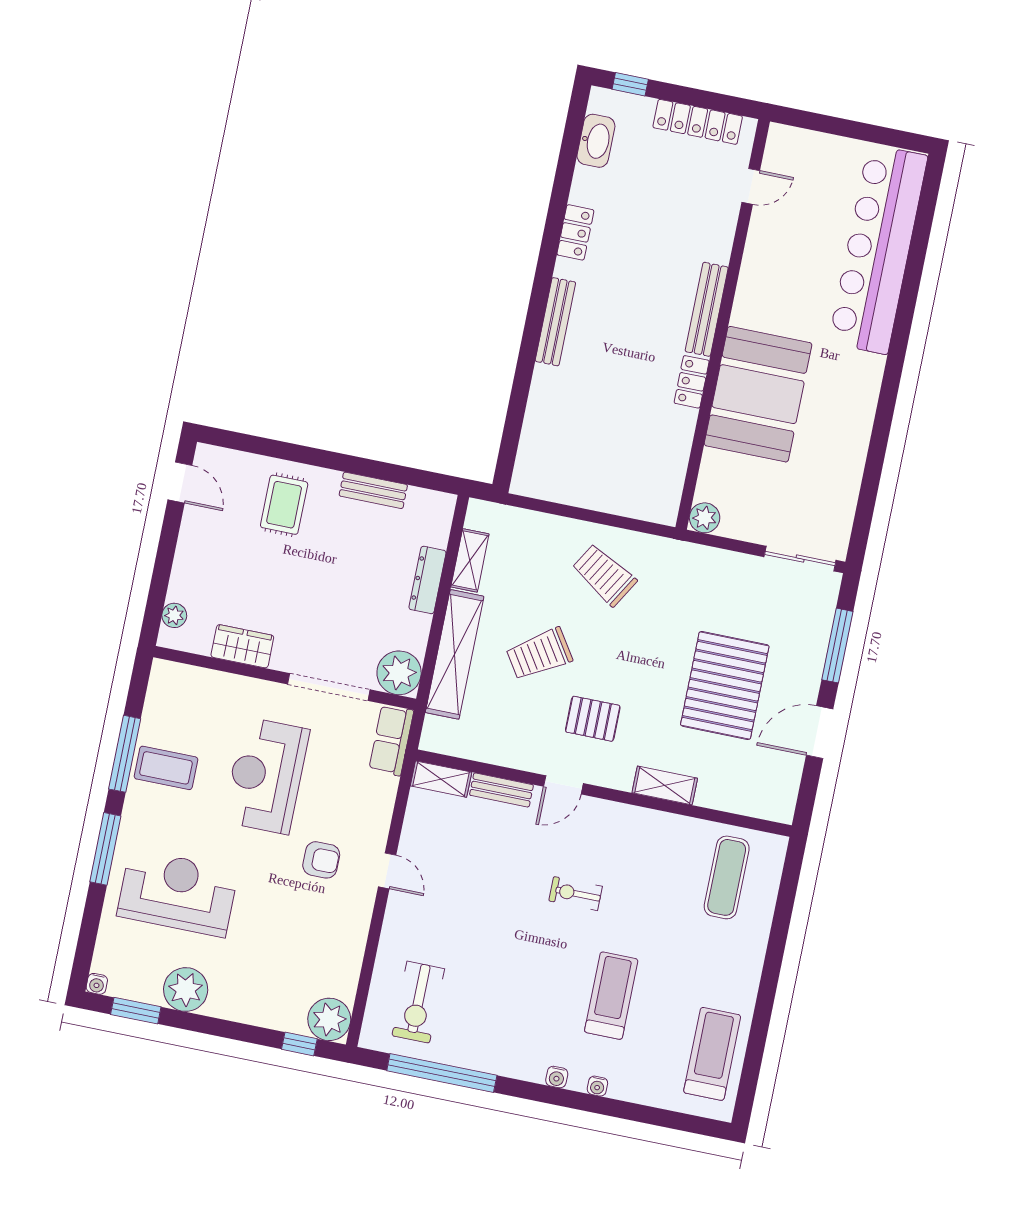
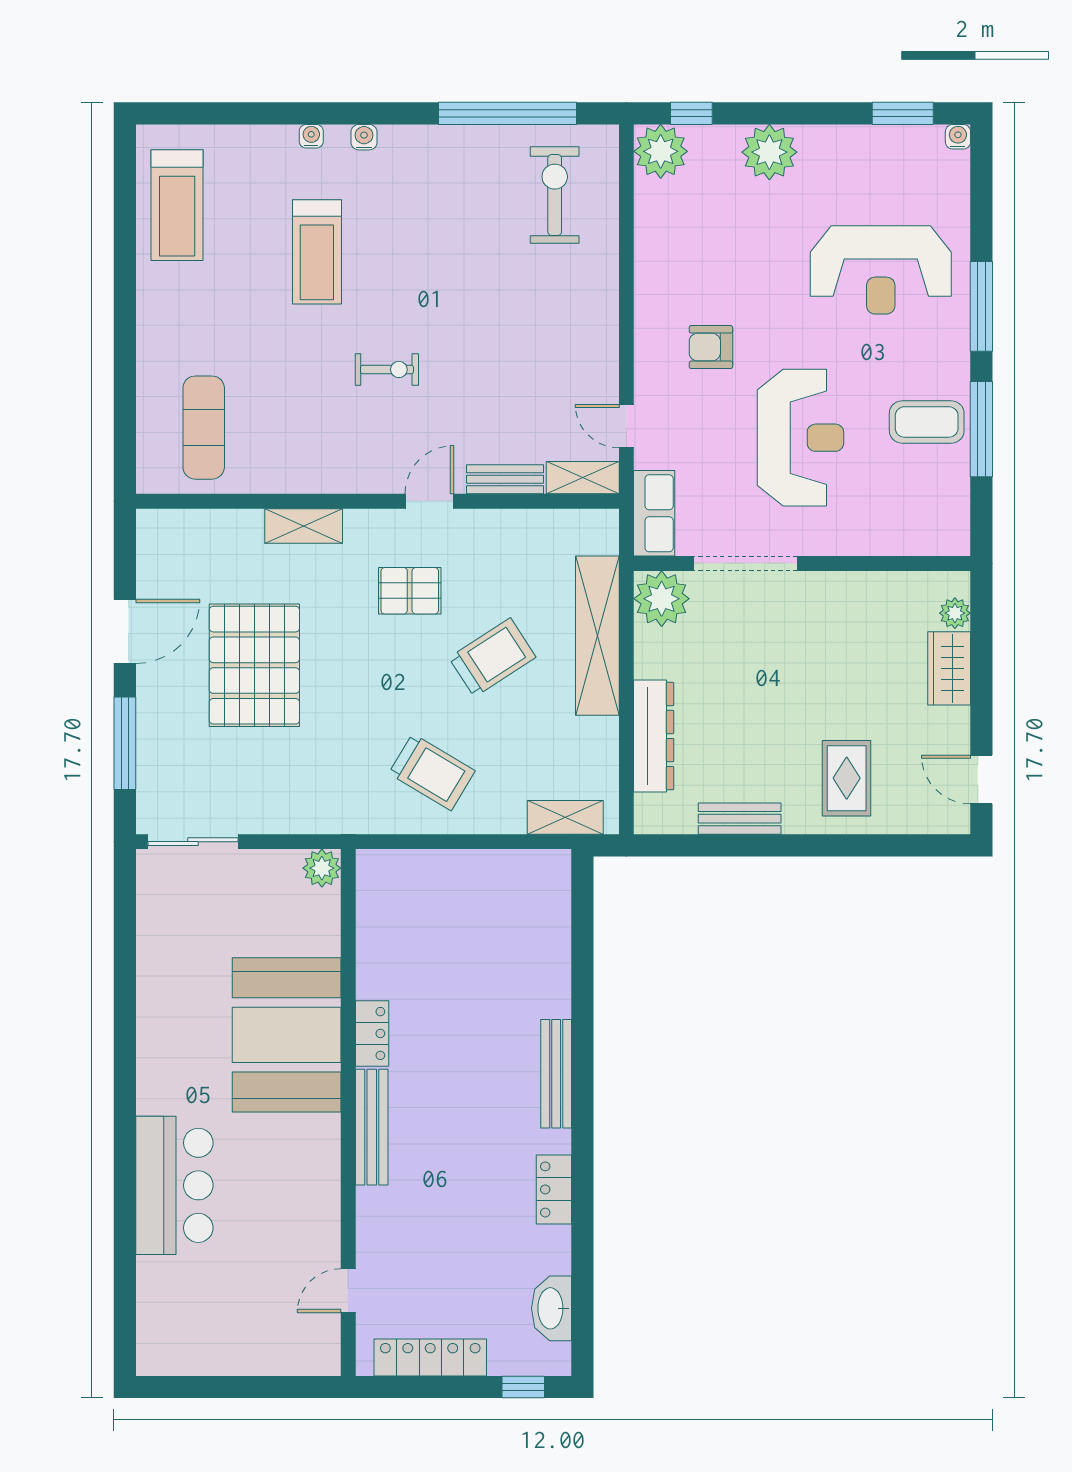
bar counter: (878, 249) -> (174, 1185), width x0.54
shelving: (470, 560) -> (565, 817), moved, turned 90
dresser: (427, 580) -> (654, 736), width x1.37, depth x1.24
wardrobe: (242, 646) -> (949, 668), moved, turned 90
door: (387, 871) -> (626, 426), moved
plant: (186, 990) -> (769, 152), moved

